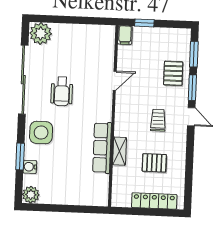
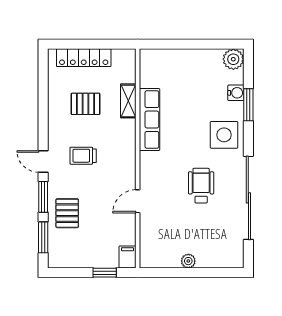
plant: (41, 33) -> (188, 261), moved, width x0.53, depth x0.53
trolley: (158, 120) -> (83, 156), turned 90
shelving: (120, 151) -> (128, 101), moved

